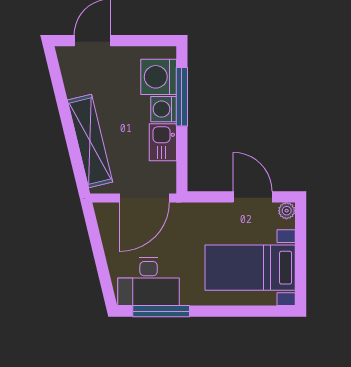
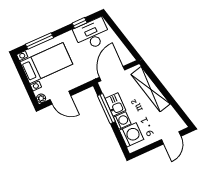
window: (182, 97) -> (106, 109), moved
window: (161, 311) -> (80, 23), width x0.46
window: (245, 311) -> (39, 41), added

